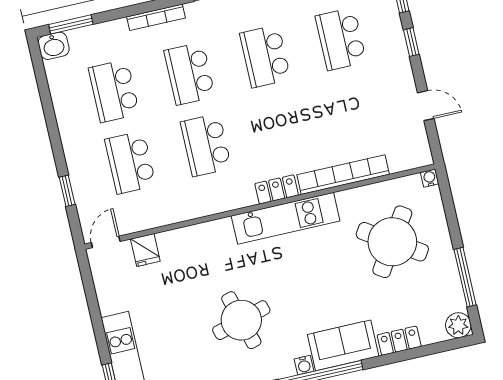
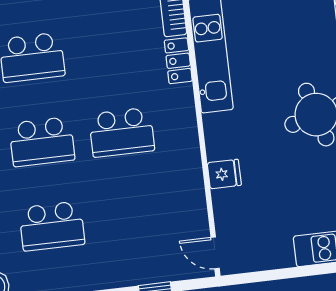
school desk: (130, 162) -> (131, 217), removed
fridge: (145, 250) -> (224, 174), moved

